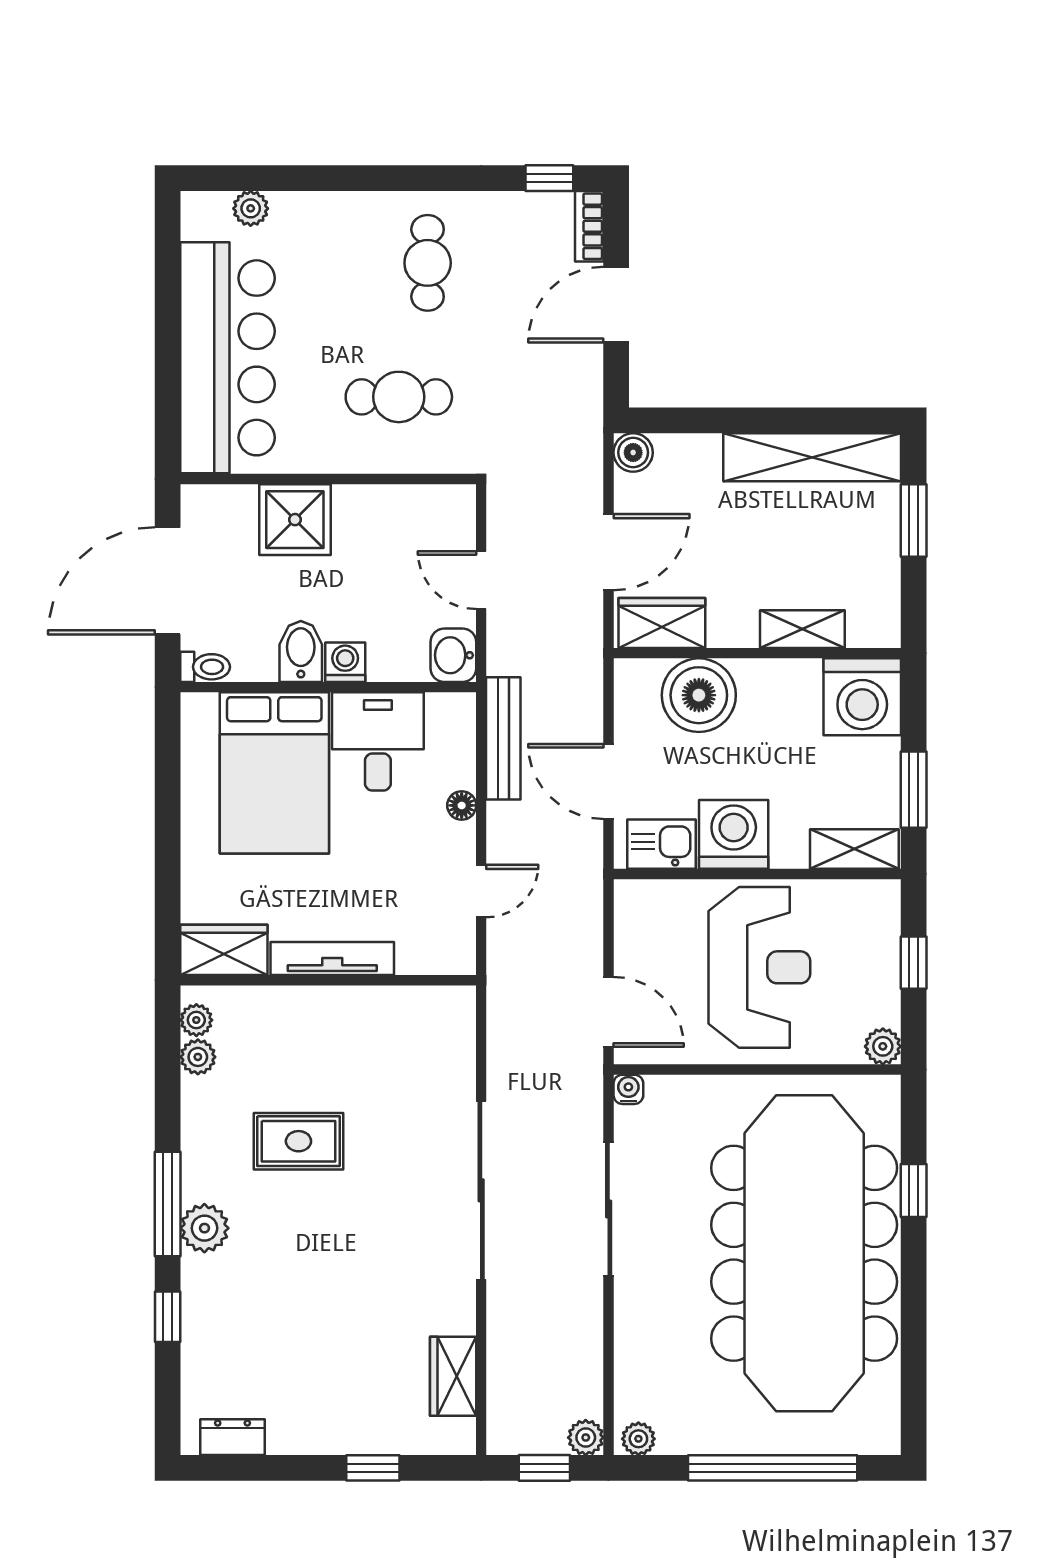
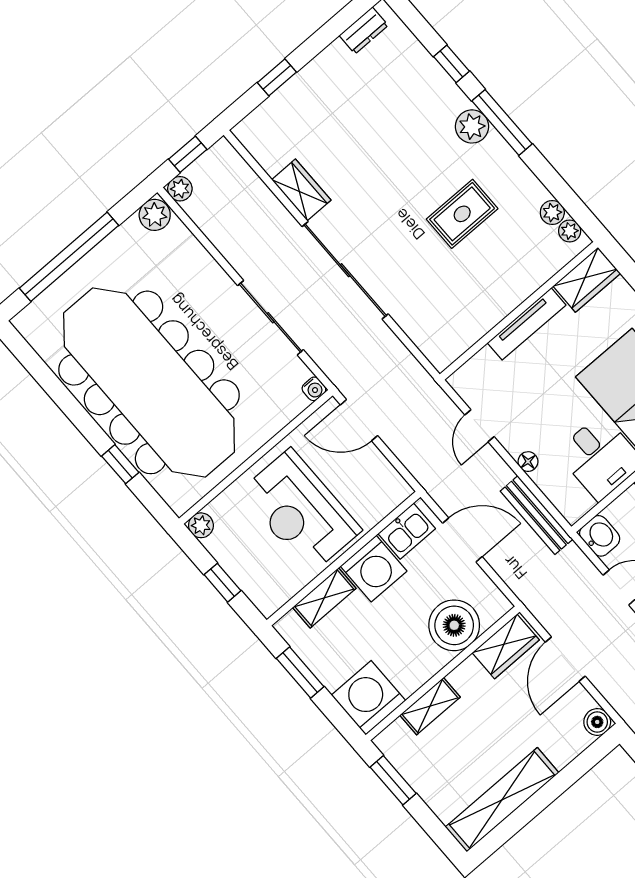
window: (914, 520) -> (393, 780), moved
shelving: (854, 849) -> (324, 598), moved
wardrobe: (453, 1376) -> (301, 190), moved
plant: (638, 1439) -> (155, 215), width x1.38, depth x1.38

